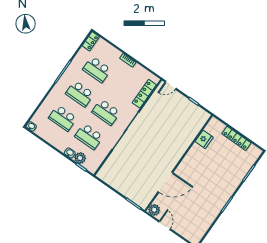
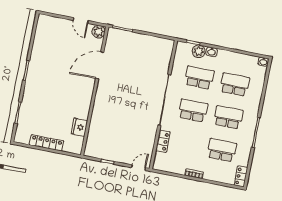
locker: (144, 94) -> (163, 141), width x0.66

